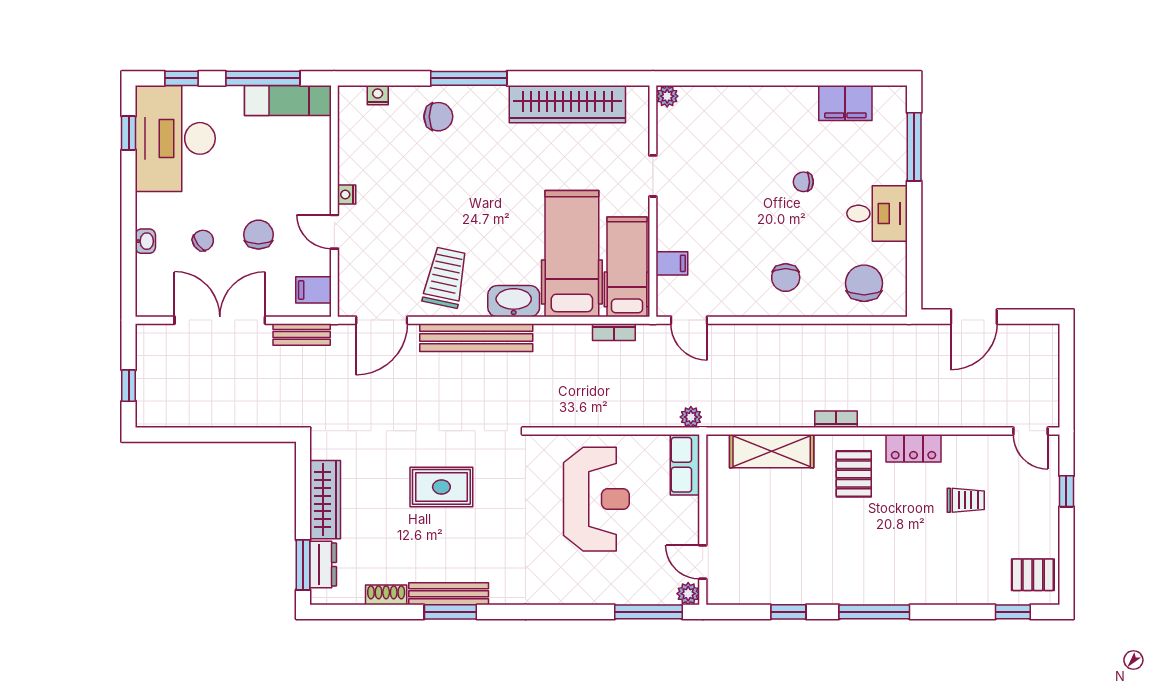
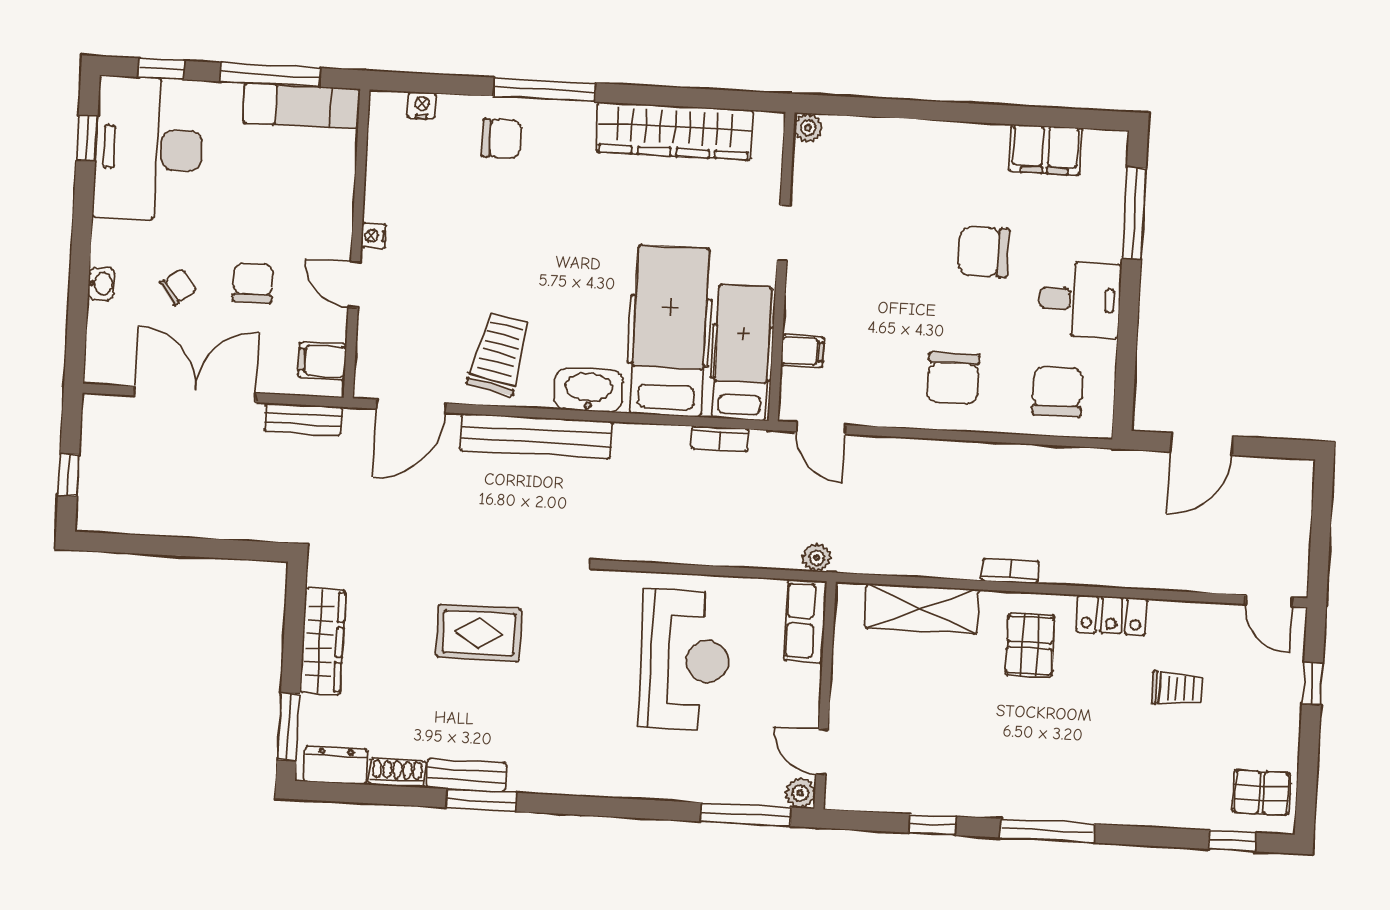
chair: (803, 182) -> (984, 252), width x1.87, depth x1.87
chair: (786, 278) -> (953, 378), width x1.37, depth x1.37
dresser: (323, 565) -> (336, 765), moved, turned -90
bench: (449, 594) -> (467, 775), width x0.73

